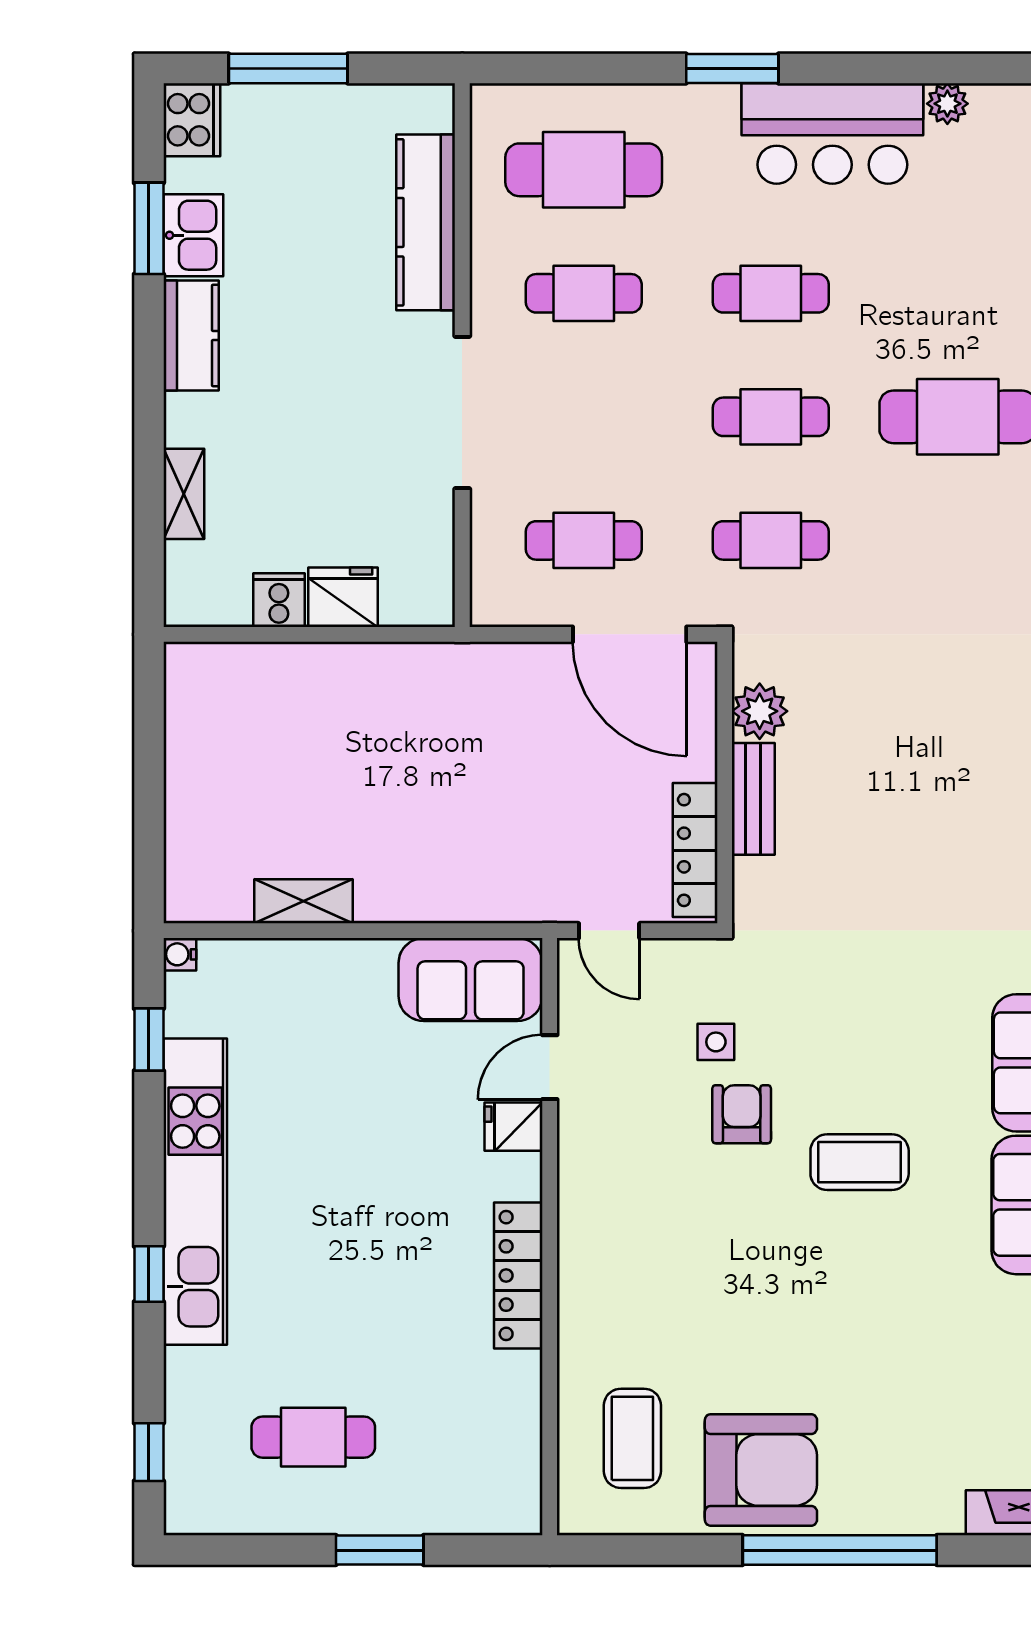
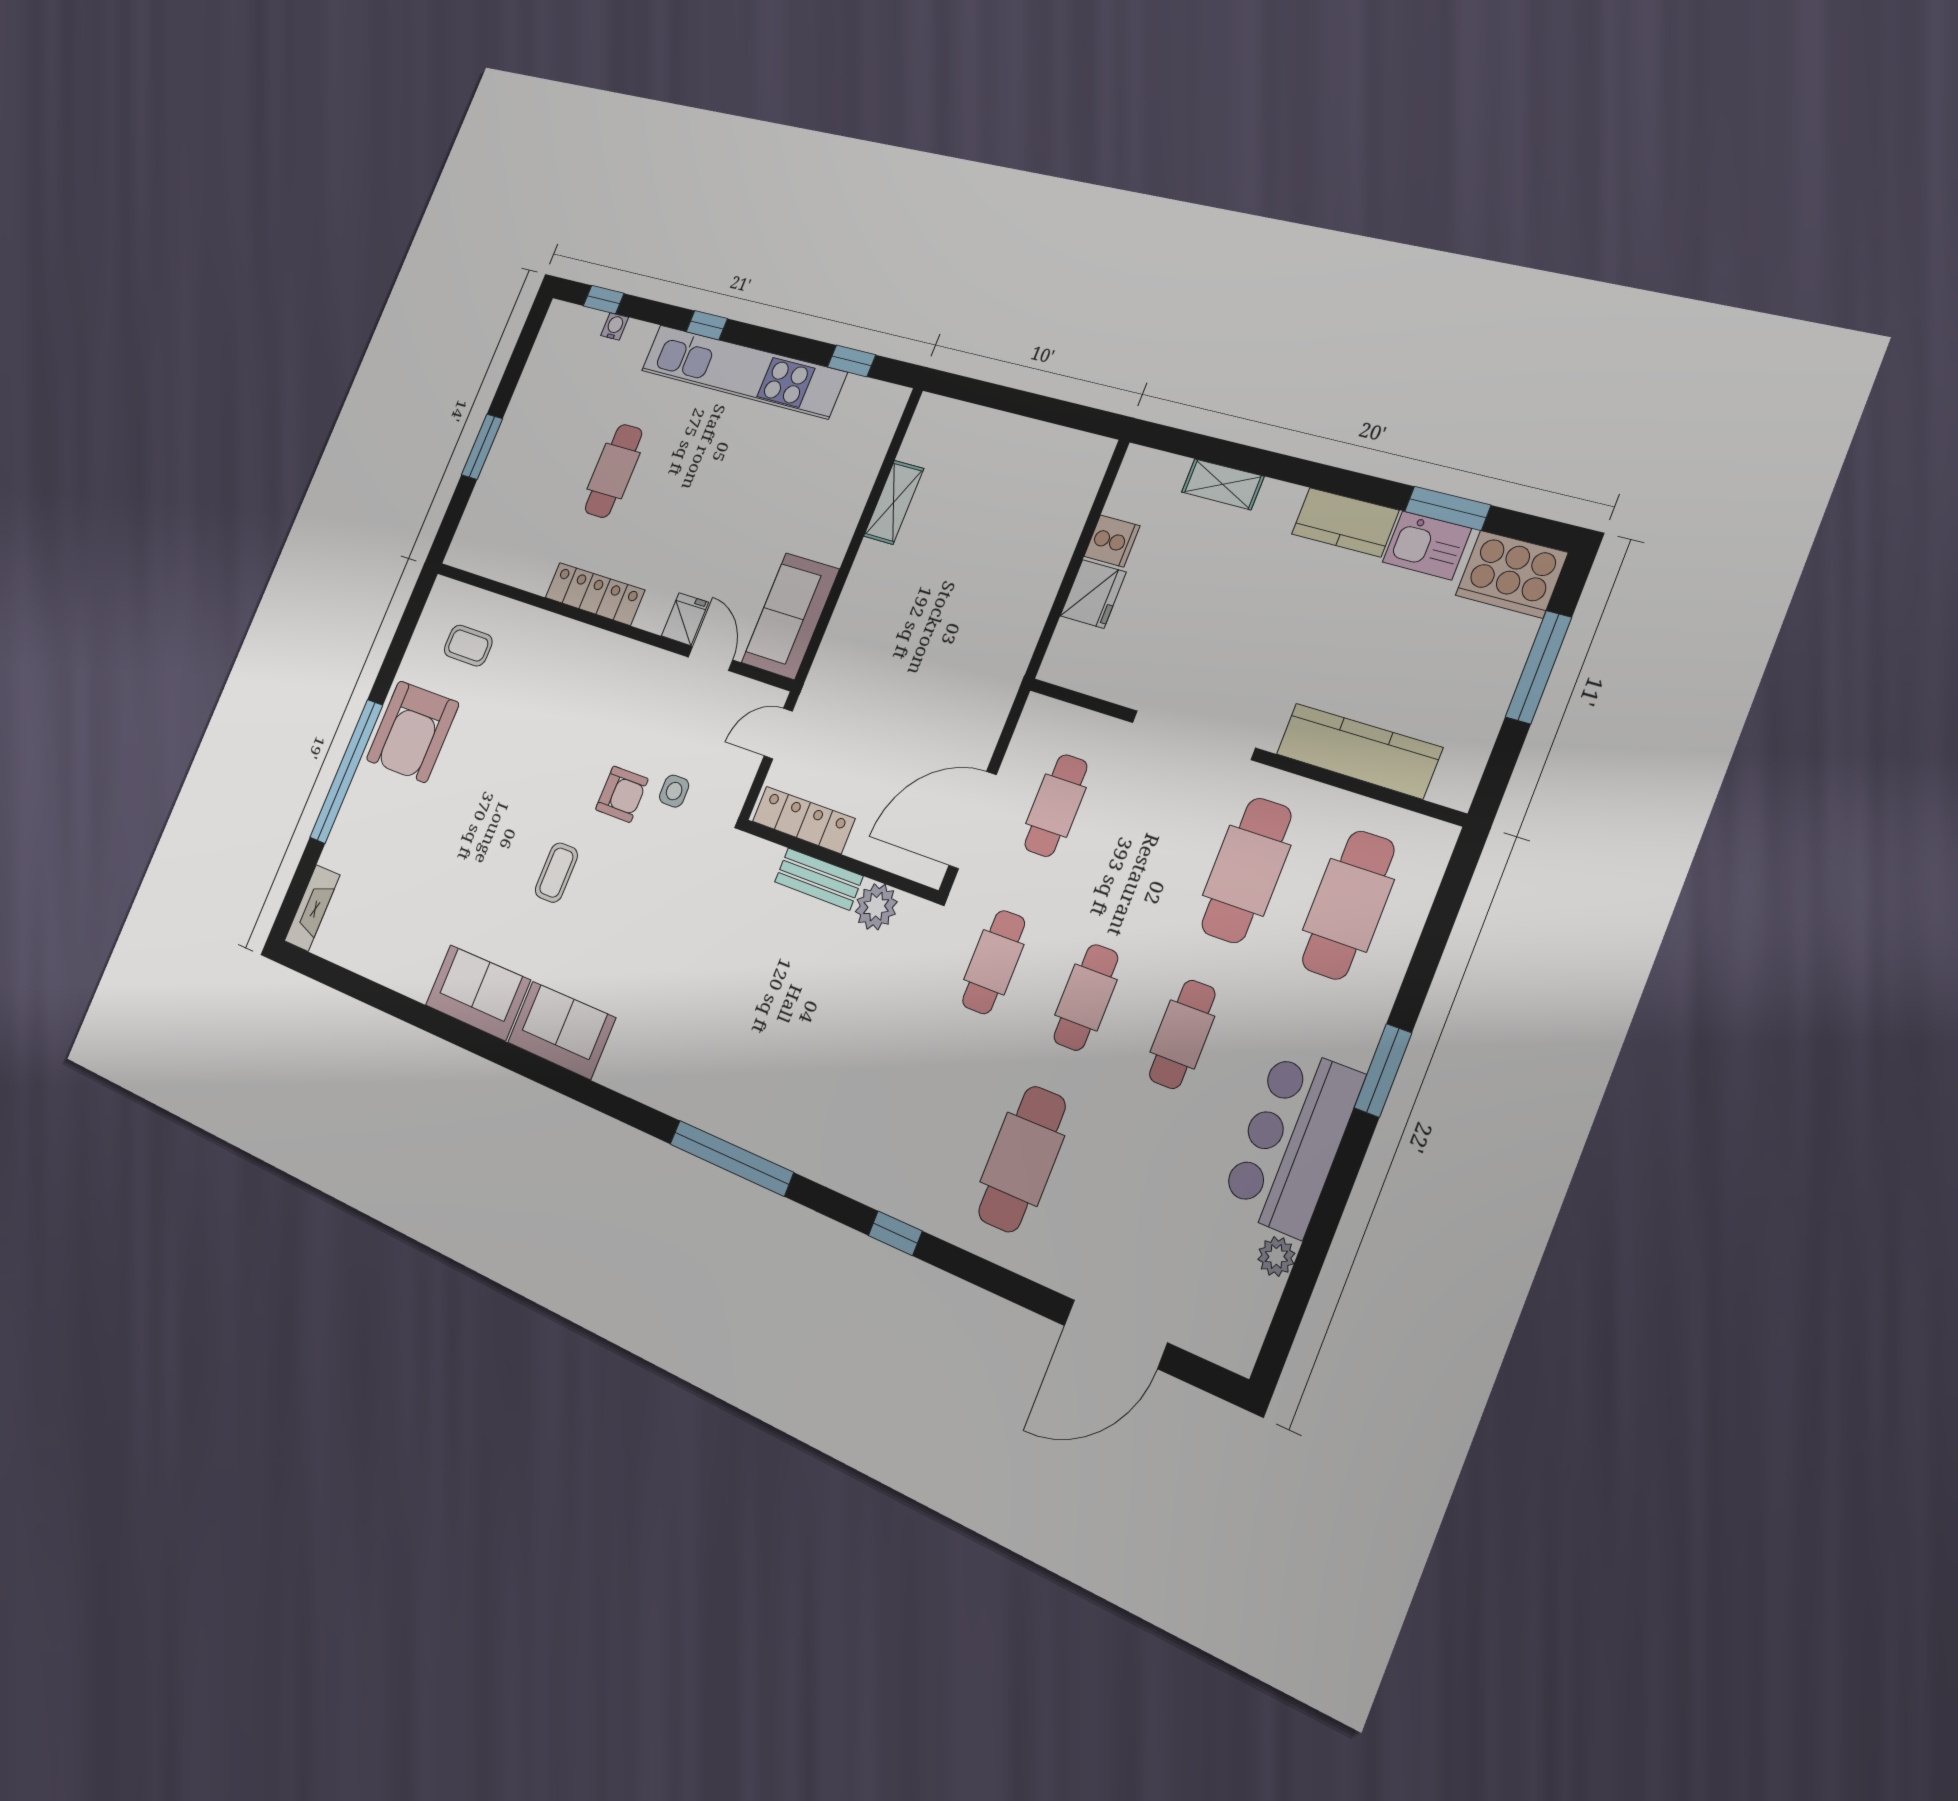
cooker: (192, 120) -> (1511, 574), width x1.37, depth x1.31
cafe table: (584, 293) -> (1246, 870), width x1.37, depth x1.35
water cooler: (180, 954) -> (615, 326), moved
coffee table: (860, 1162) -> (556, 873), width x0.73, depth x0.77
cafe table: (313, 1437) -> (614, 471), moved
coffee table: (632, 1438) -> (468, 646), width x0.73, depth x0.77

